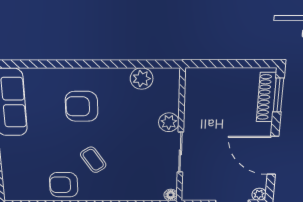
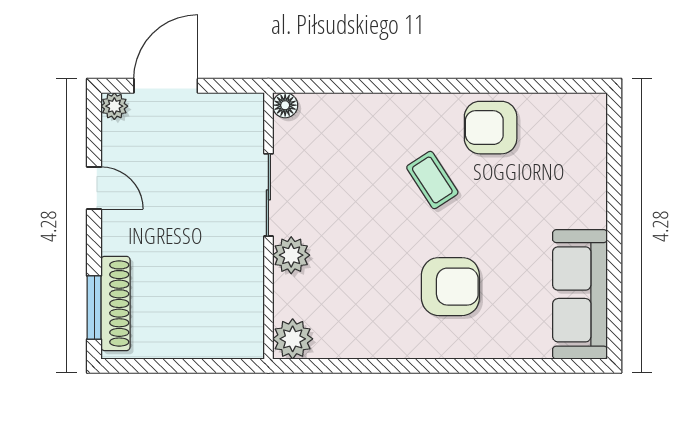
plant: (142, 79) -> (293, 339), moved
door: (273, 156) -> (94, 188), width x0.53
armchair: (64, 185) -> (491, 128), turned 180

